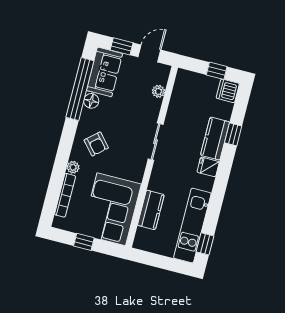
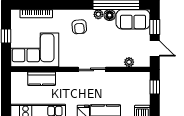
window: (217, 71) -> (155, 87), moved
armchair: (96, 144) -> (79, 27), turned -54
plant: (73, 167) -> (98, 14), moved

